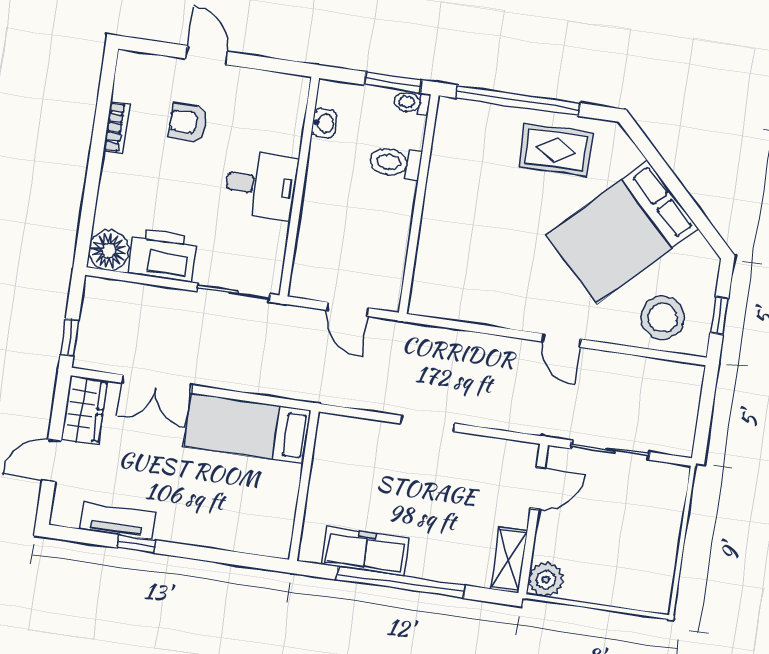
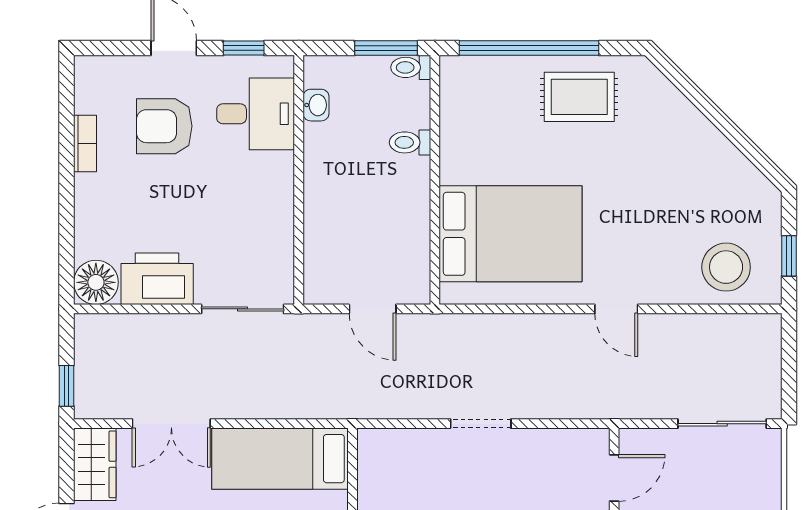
window: (268, 64) -> (244, 48), added
armchair: (188, 122) -> (164, 126), width x1.38, depth x1.38
toilet: (395, 163) -> (410, 142), width x0.73, depth x0.72
desk: (261, 185) -> (256, 114), moved
bed: (622, 232) -> (511, 234), moved, turned -135
sliding door: (610, 450) -> (722, 424), moved

